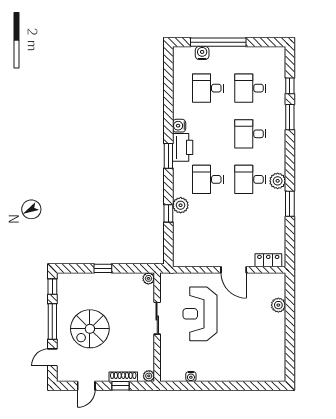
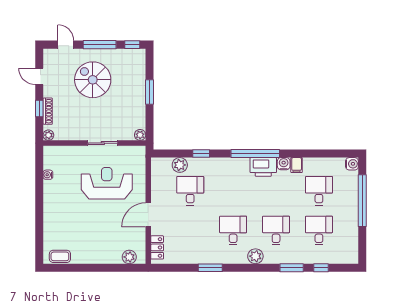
water cooler: (202, 53) -> (352, 164), moved
filing cabinet: (181, 112) -> (297, 165), added
window: (168, 156) -> (255, 154), width x2.11
desk: (208, 179) -> (190, 191), moved
plant: (278, 181) -> (255, 256), moved
plant: (181, 205) -> (180, 165), moved
window: (103, 268) -> (150, 92), width x1.50
plant: (278, 305) -> (129, 257), moved
coffee table: (278, 364) -> (60, 256), added

